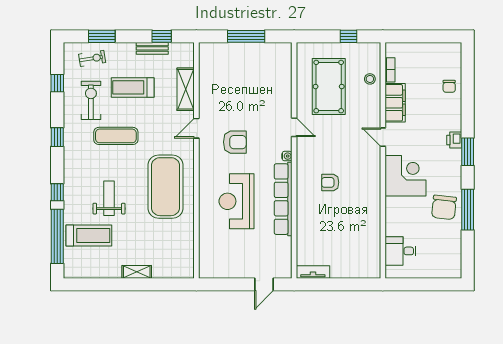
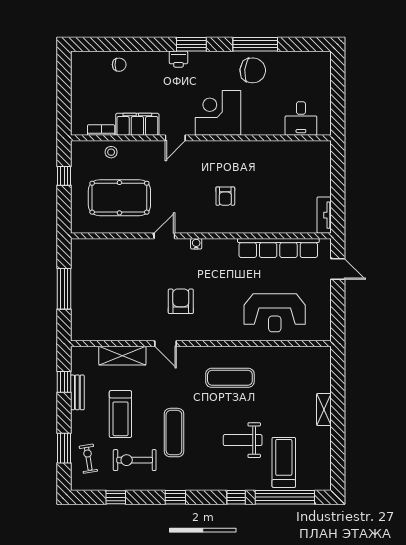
exercise mat: (165, 187) -> (230, 378), width x0.50, depth x0.69
row of seats: (283, 199) -> (278, 248), moved
reception desk: (236, 201) -> (275, 313), moved

